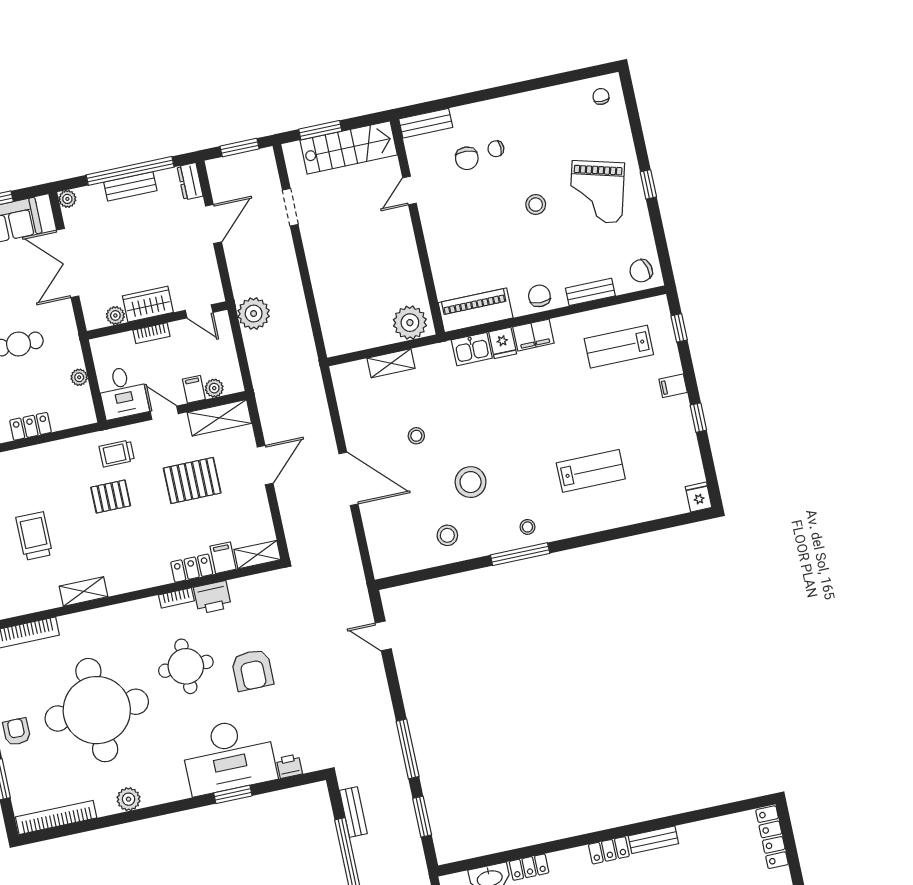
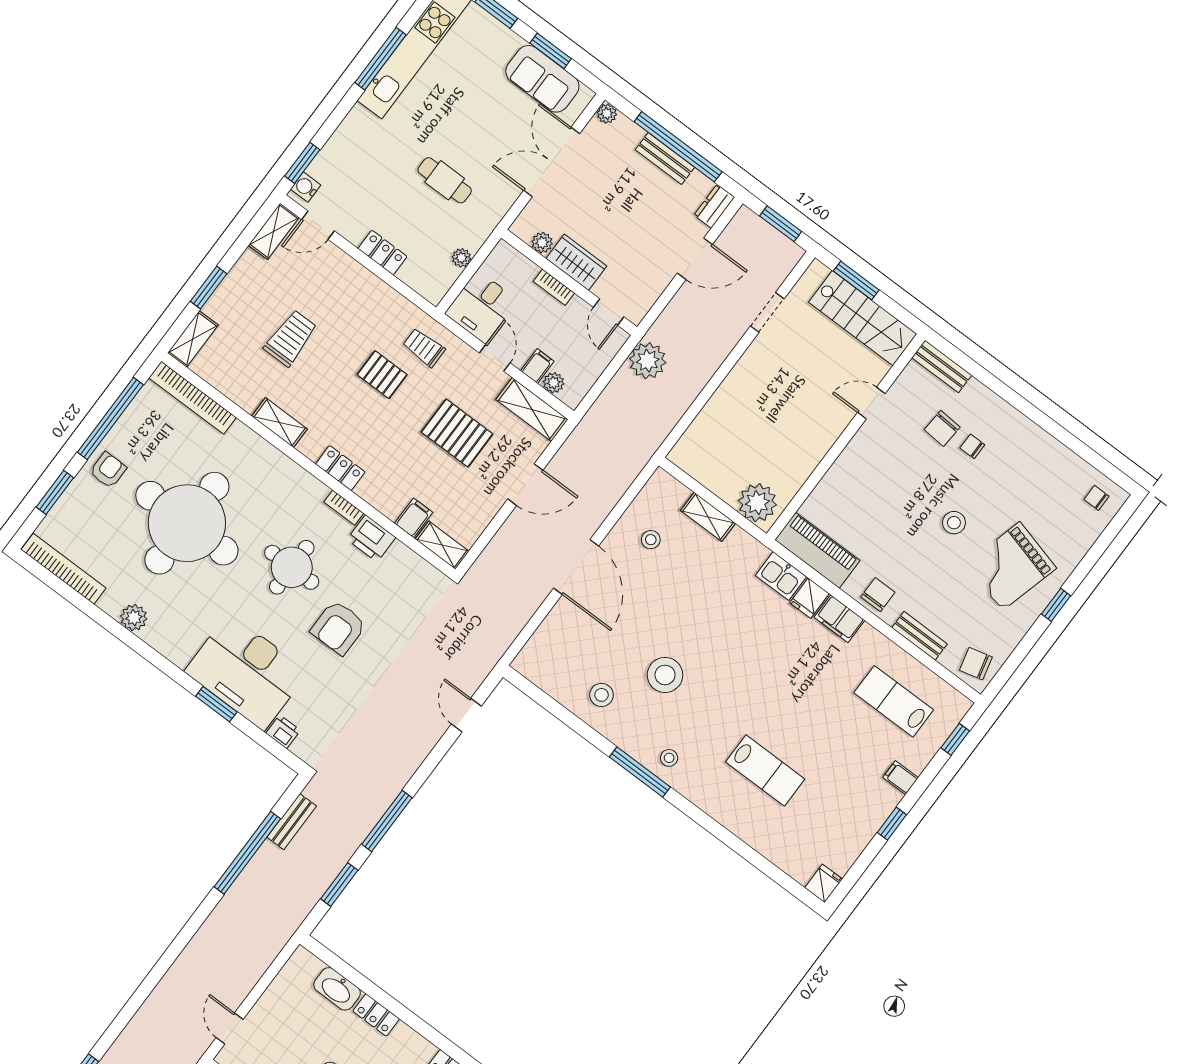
chair: (601, 96) -> (1096, 498), turned -90
stool: (416, 436) -> (651, 540), moved
locker: (192, 568) -> (340, 468), moved

